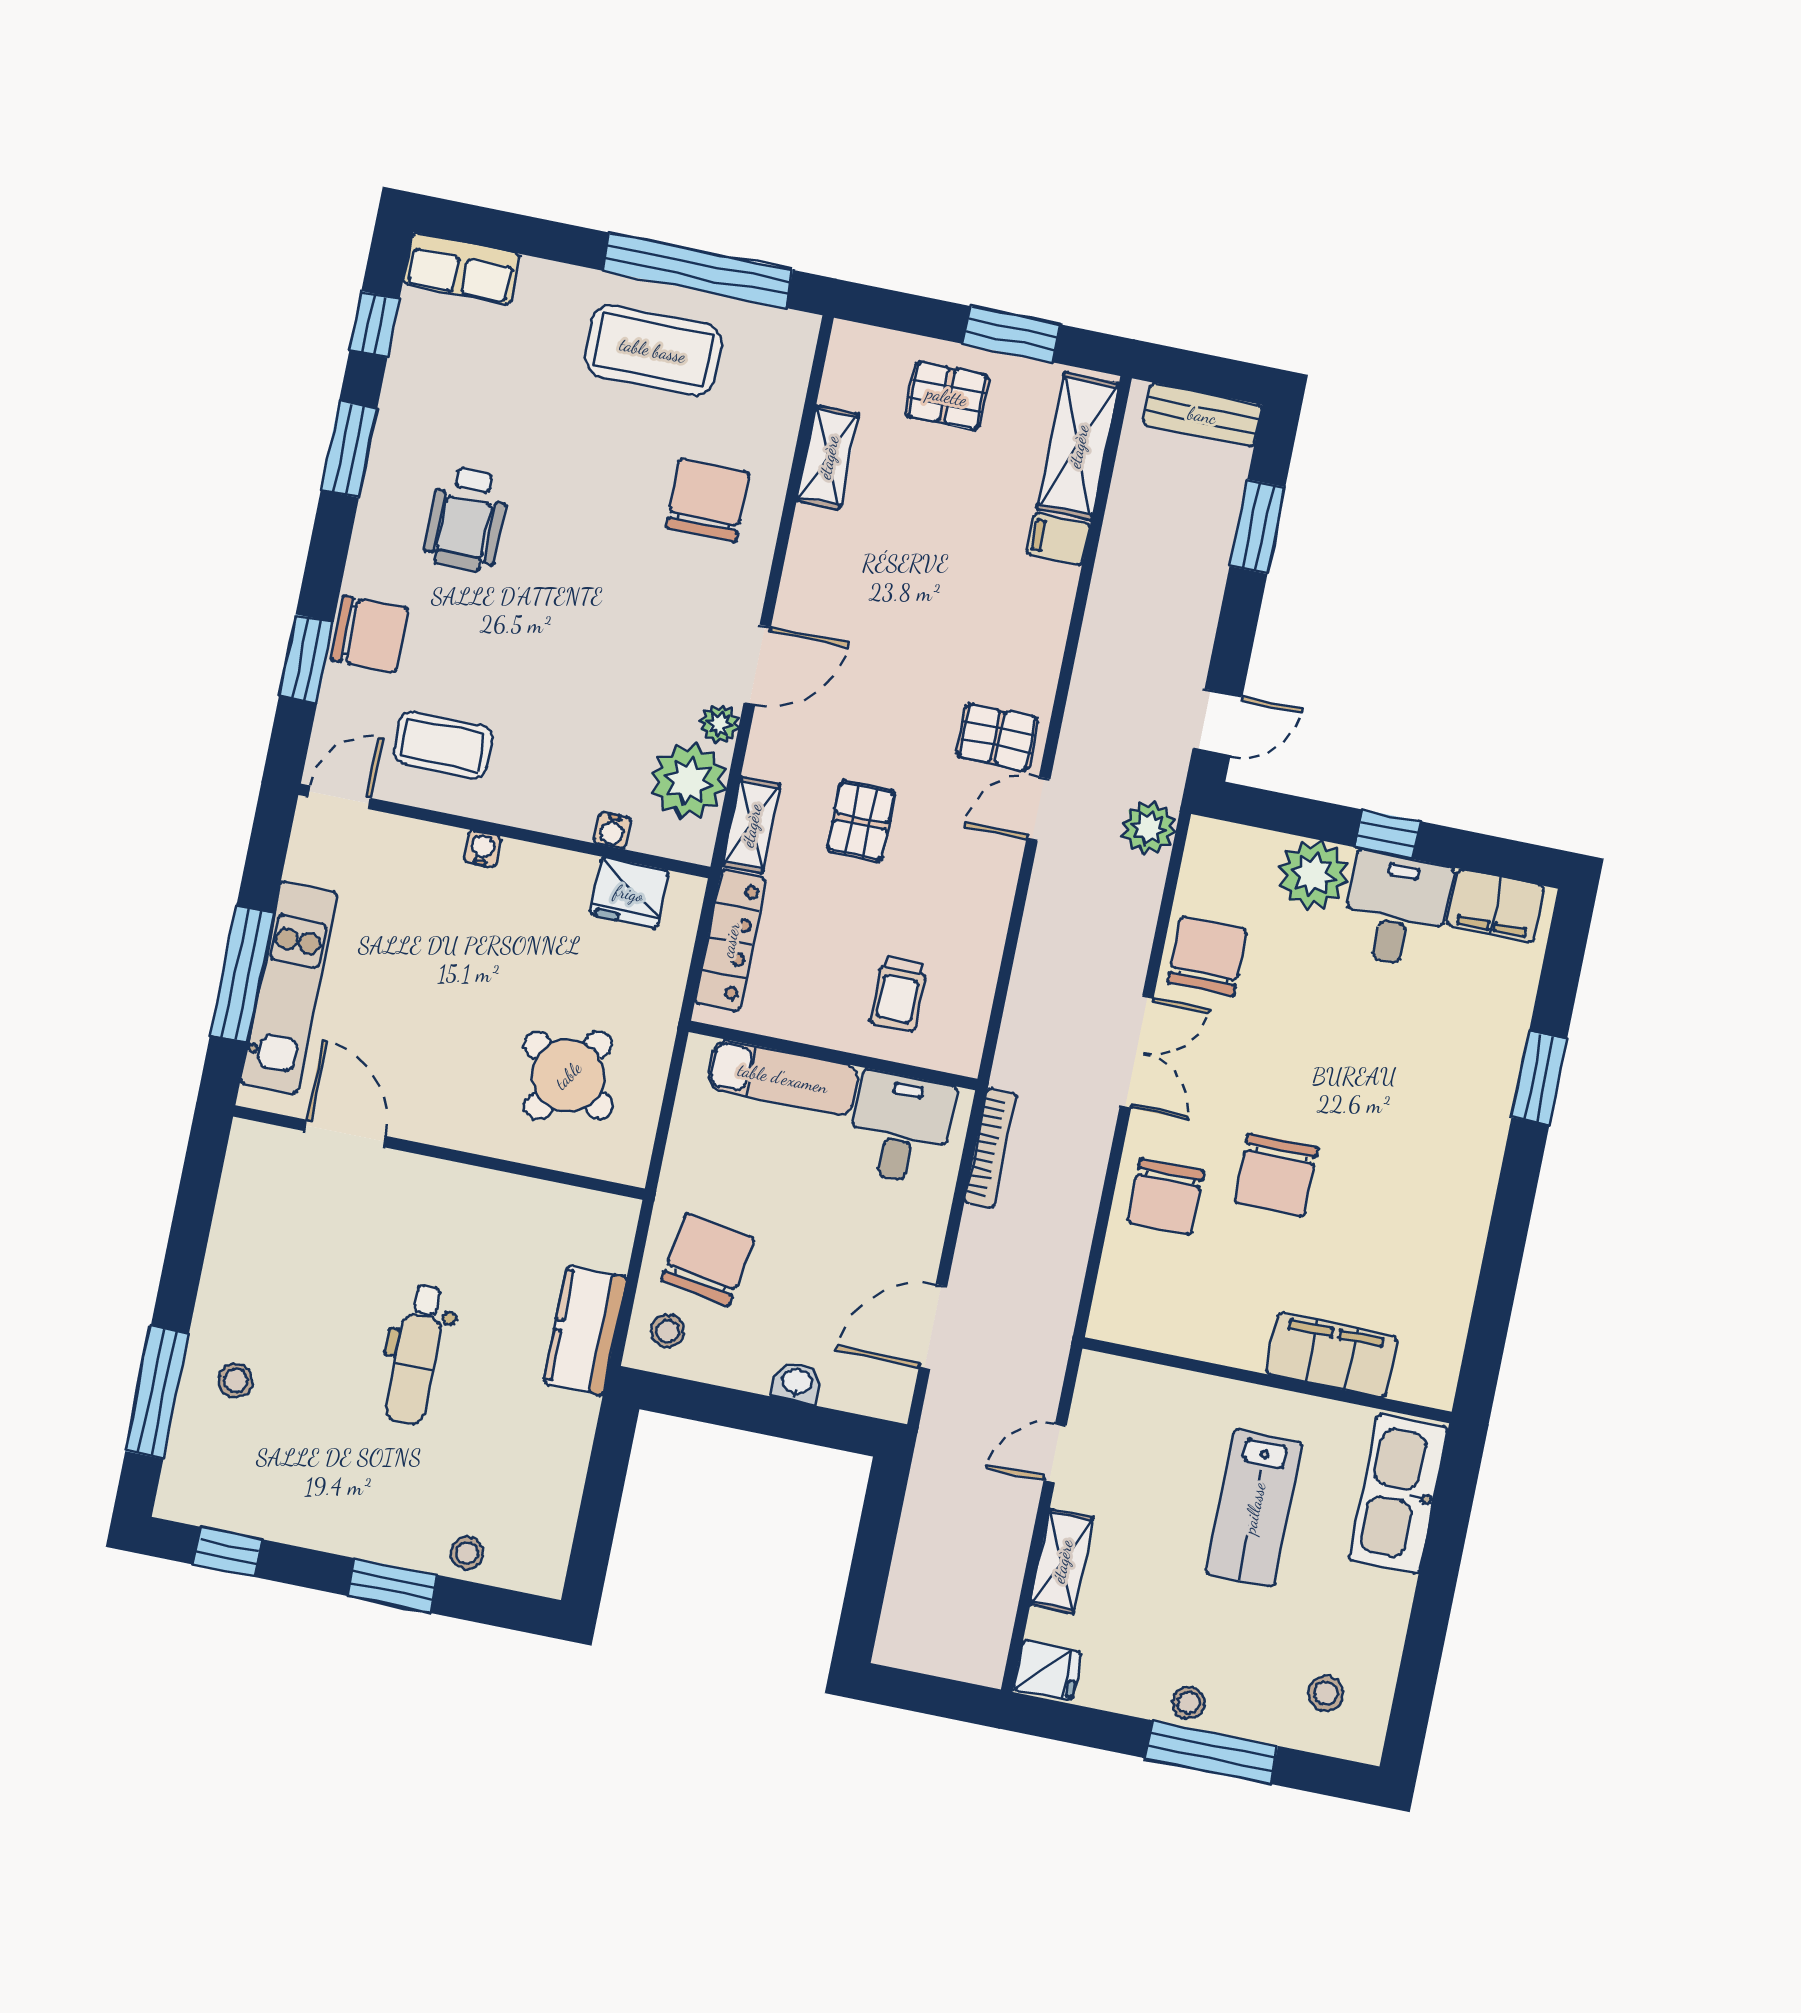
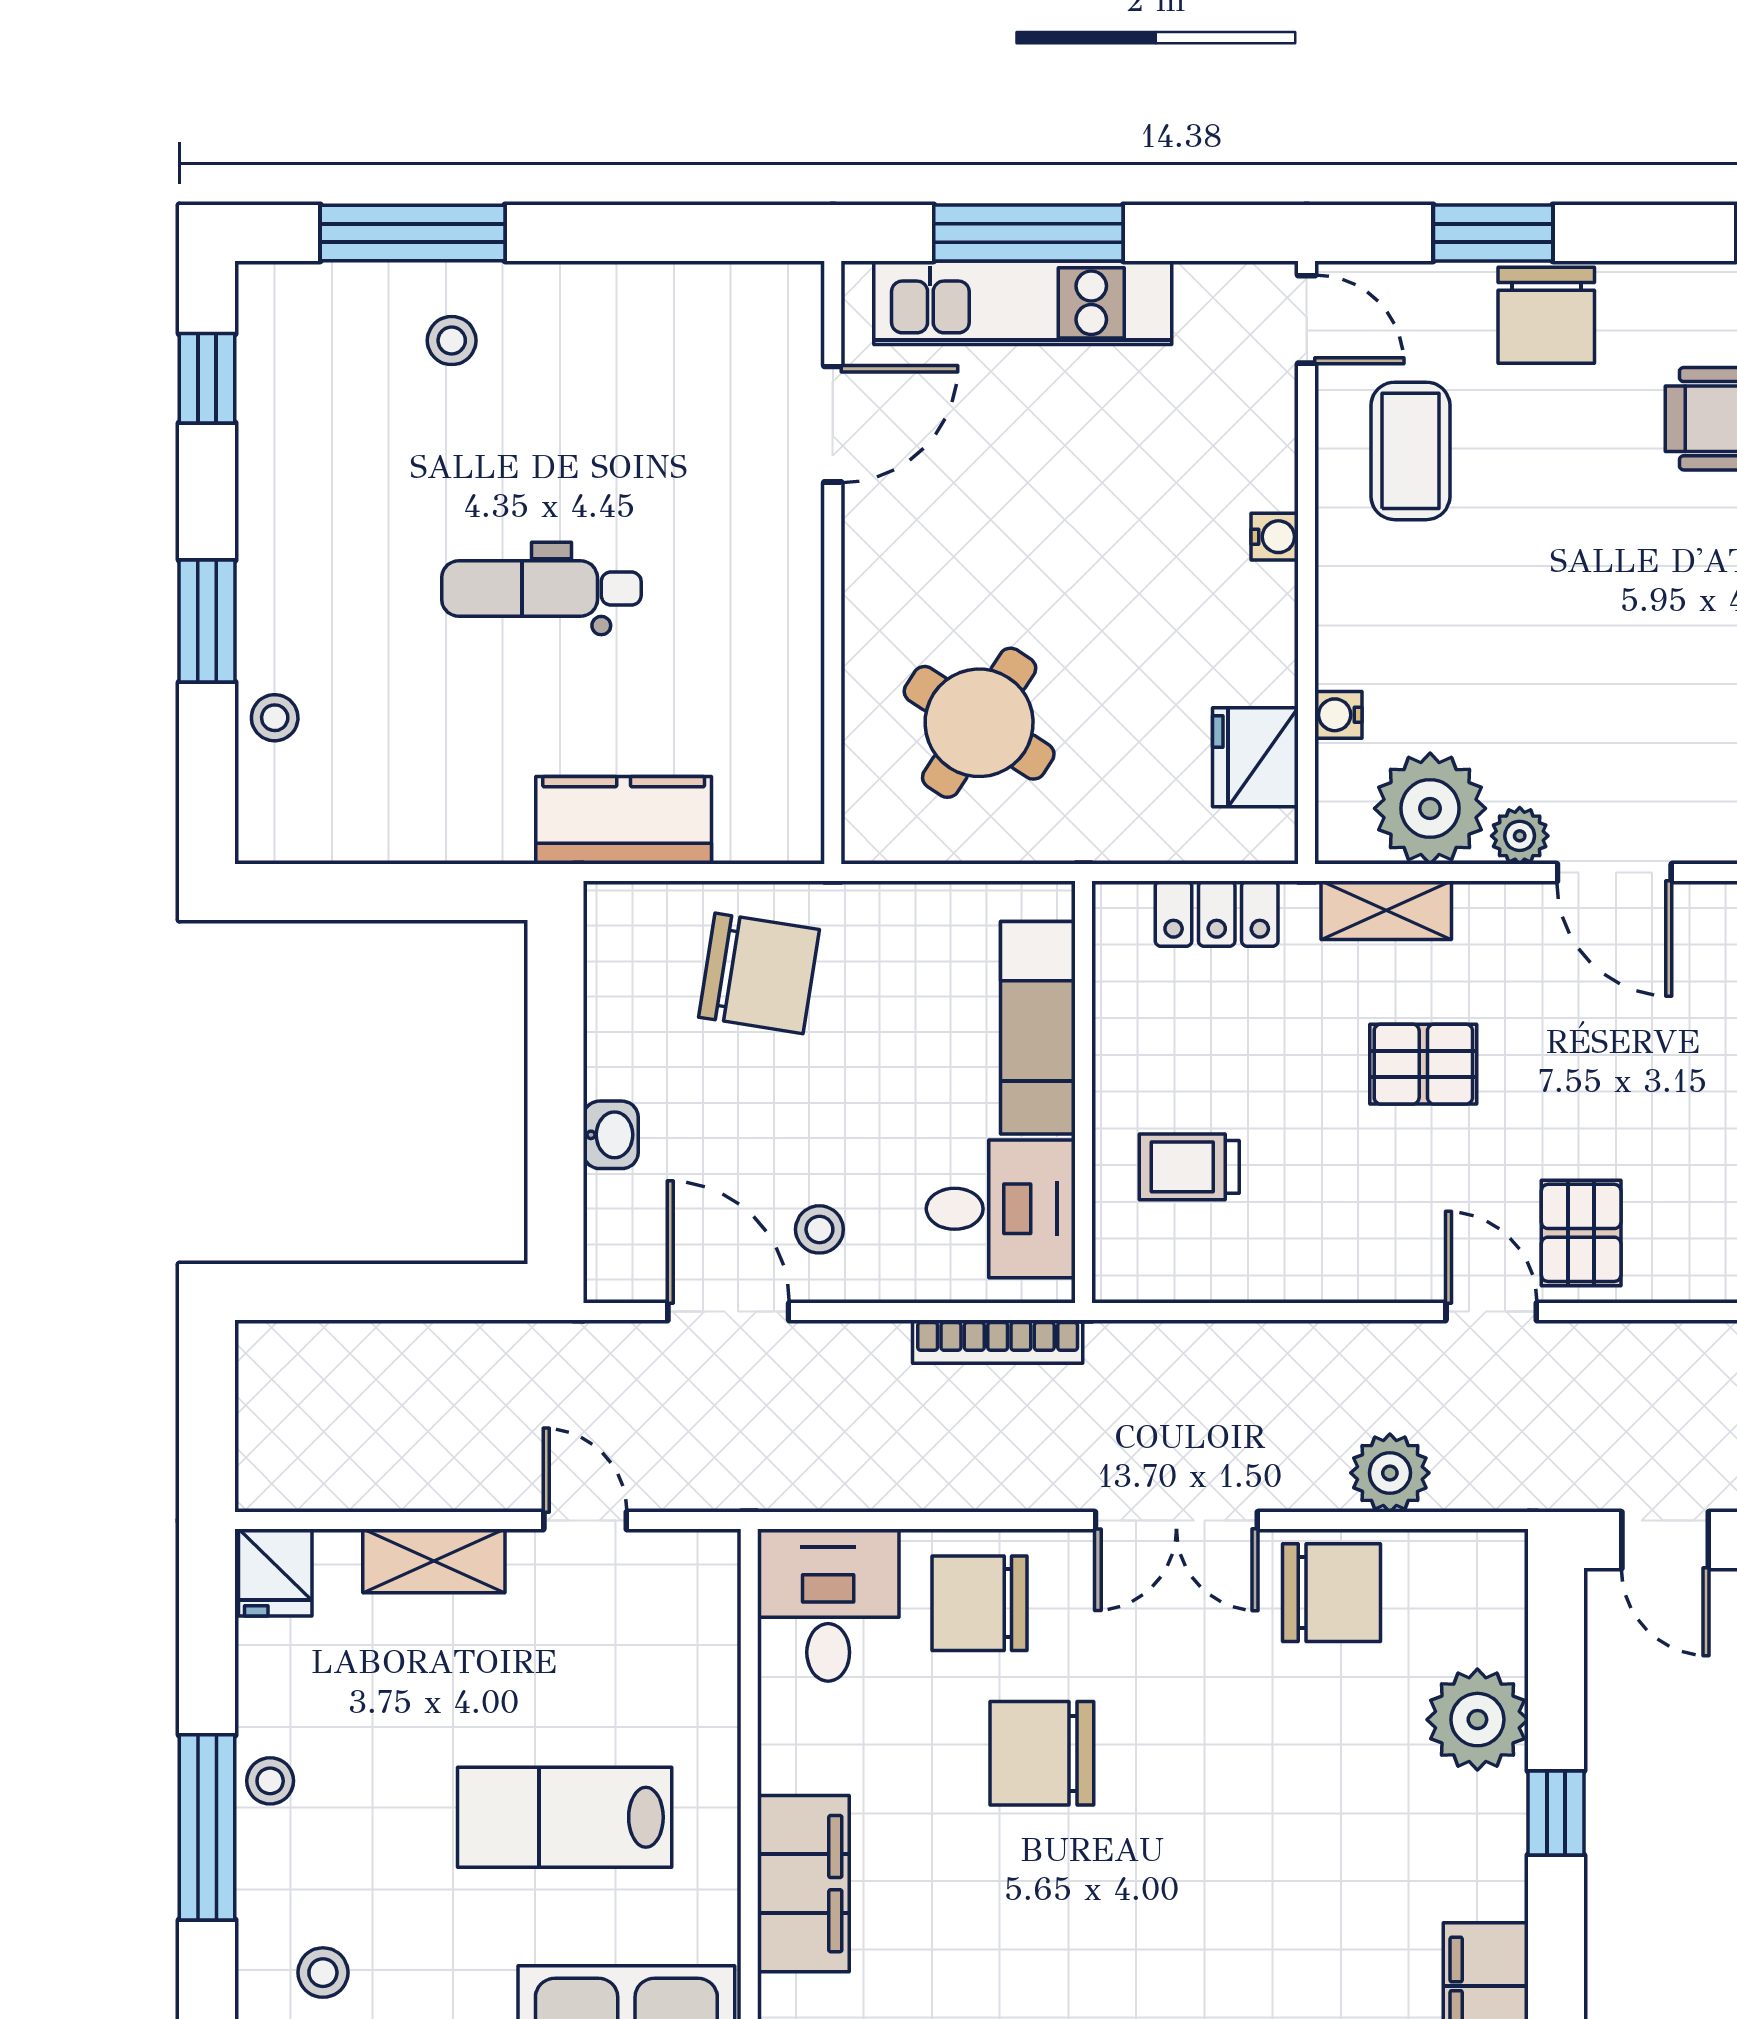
plant: (1149, 828) -> (1390, 1473), moved
desk: (1396, 910) -> (828, 1605), moved, turned -90
locker: (730, 940) -> (1217, 914), width x0.66
stool: (668, 1331) -> (819, 1229), moved

